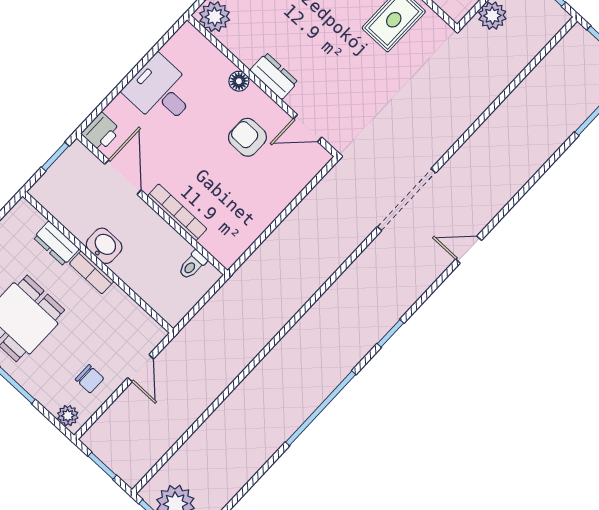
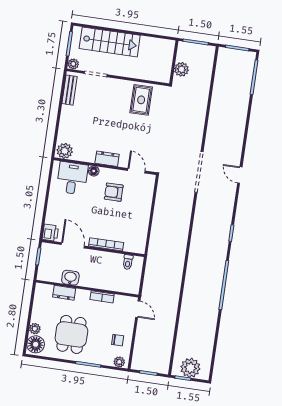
desk: (160, 91) -> (72, 178), moved, turned 90
door: (308, 128) -> (136, 171), swing flipped
washbasin: (104, 246) -> (70, 278), moved
door: (469, 250) -> (240, 175), hinge flipped
bookcase: (92, 272) -> (102, 297), moved
door: (141, 368) -> (138, 309), moved

